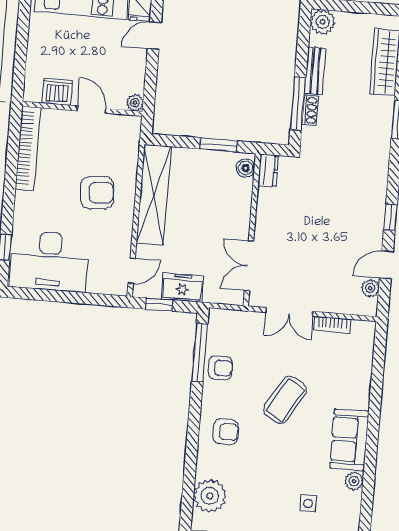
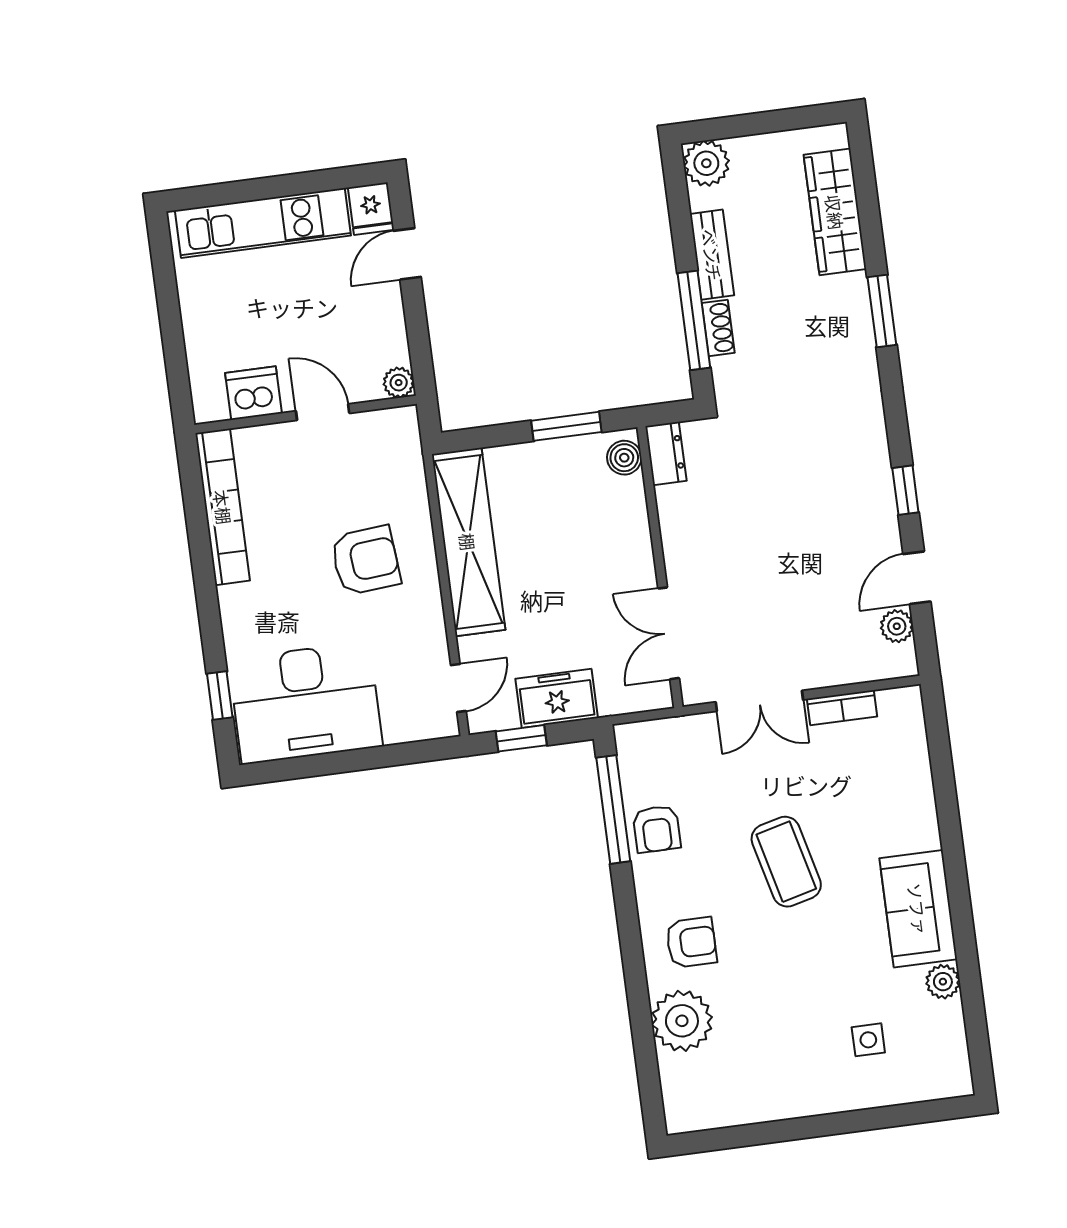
armchair: (220, 368) -> (657, 829), turned 90
coffee table: (285, 400) -> (786, 862), turned -45
plant: (210, 496) -> (682, 1021), moved

